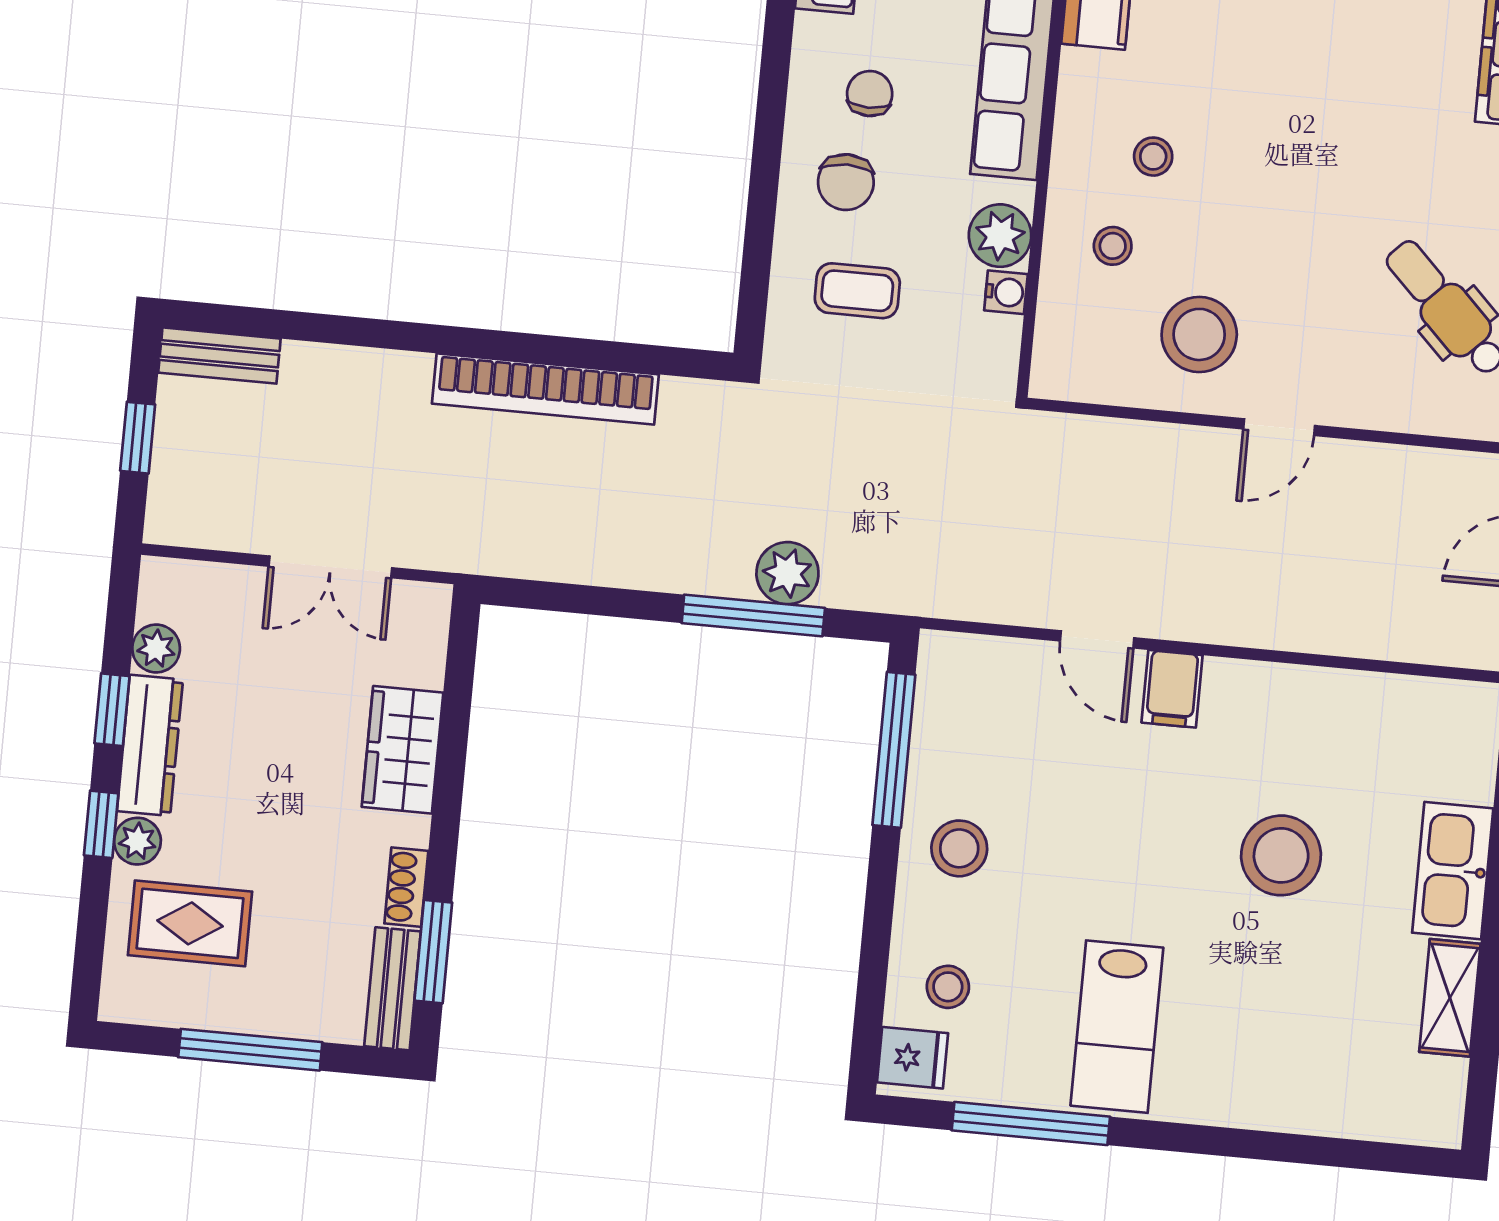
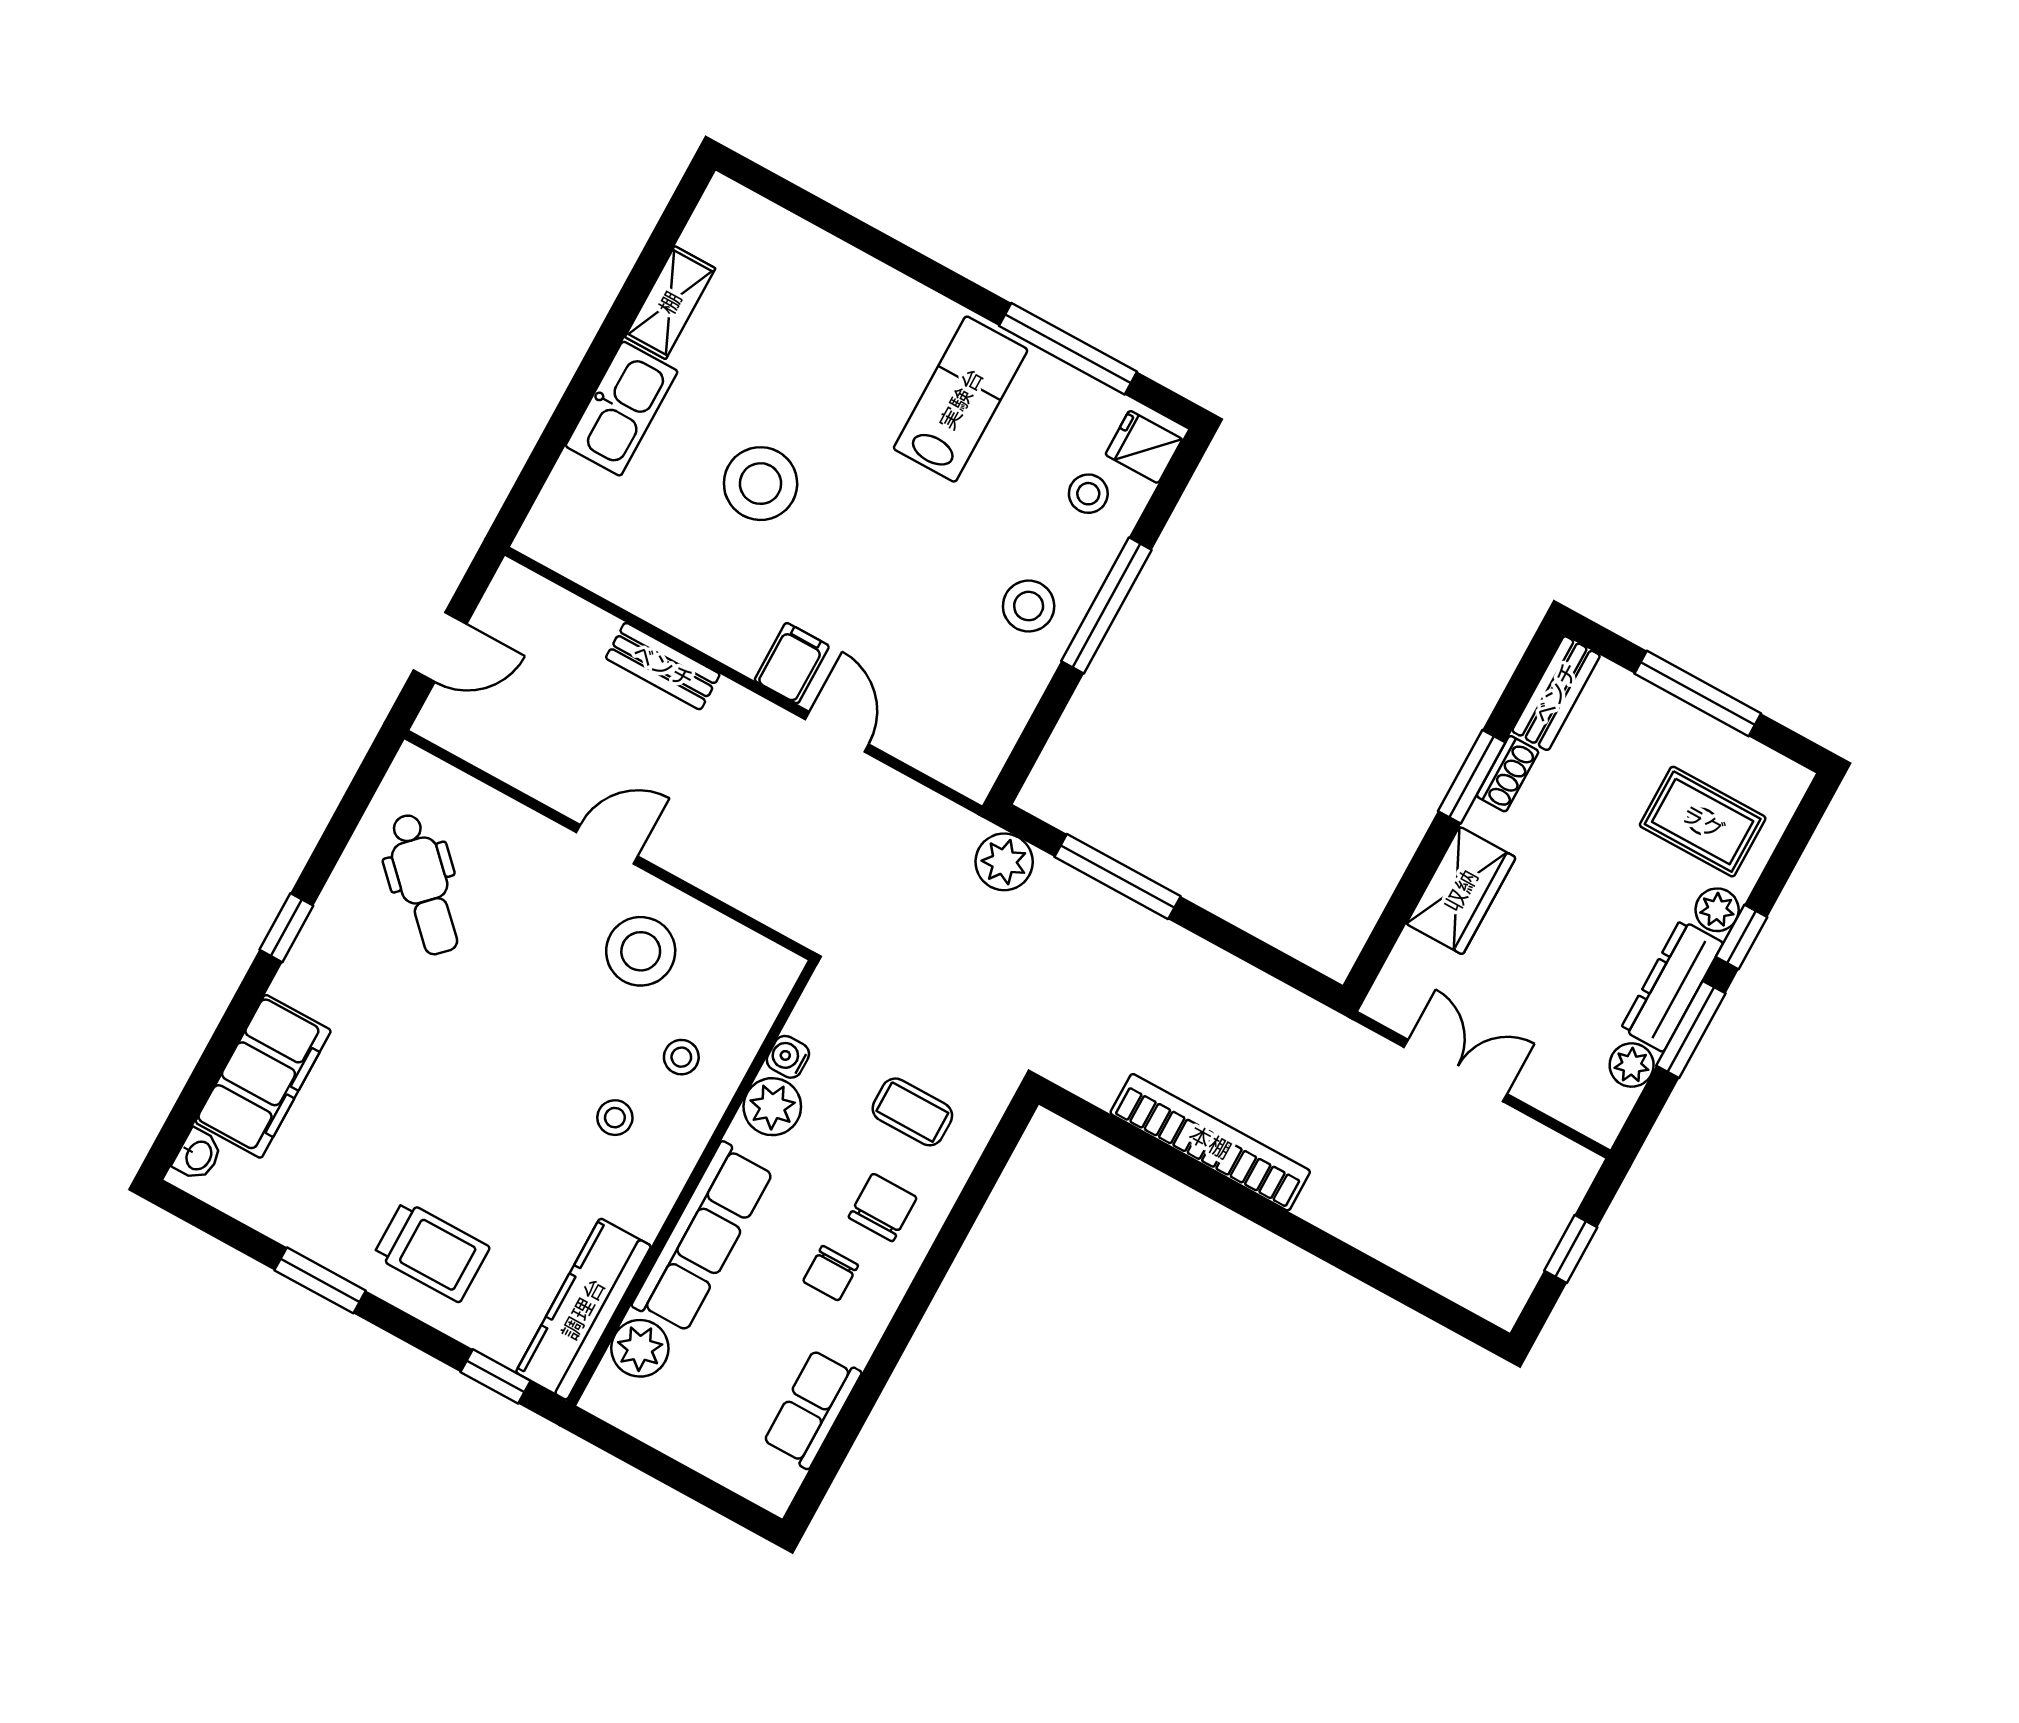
bench: (219, 356) -> (663, 666), moved
plant: (787, 573) -> (1004, 862), moved
window: (112, 710) -> (1691, 1029), width x1.50
window: (894, 750) -> (1106, 606), moved
window: (433, 952) -> (1472, 777), moved

